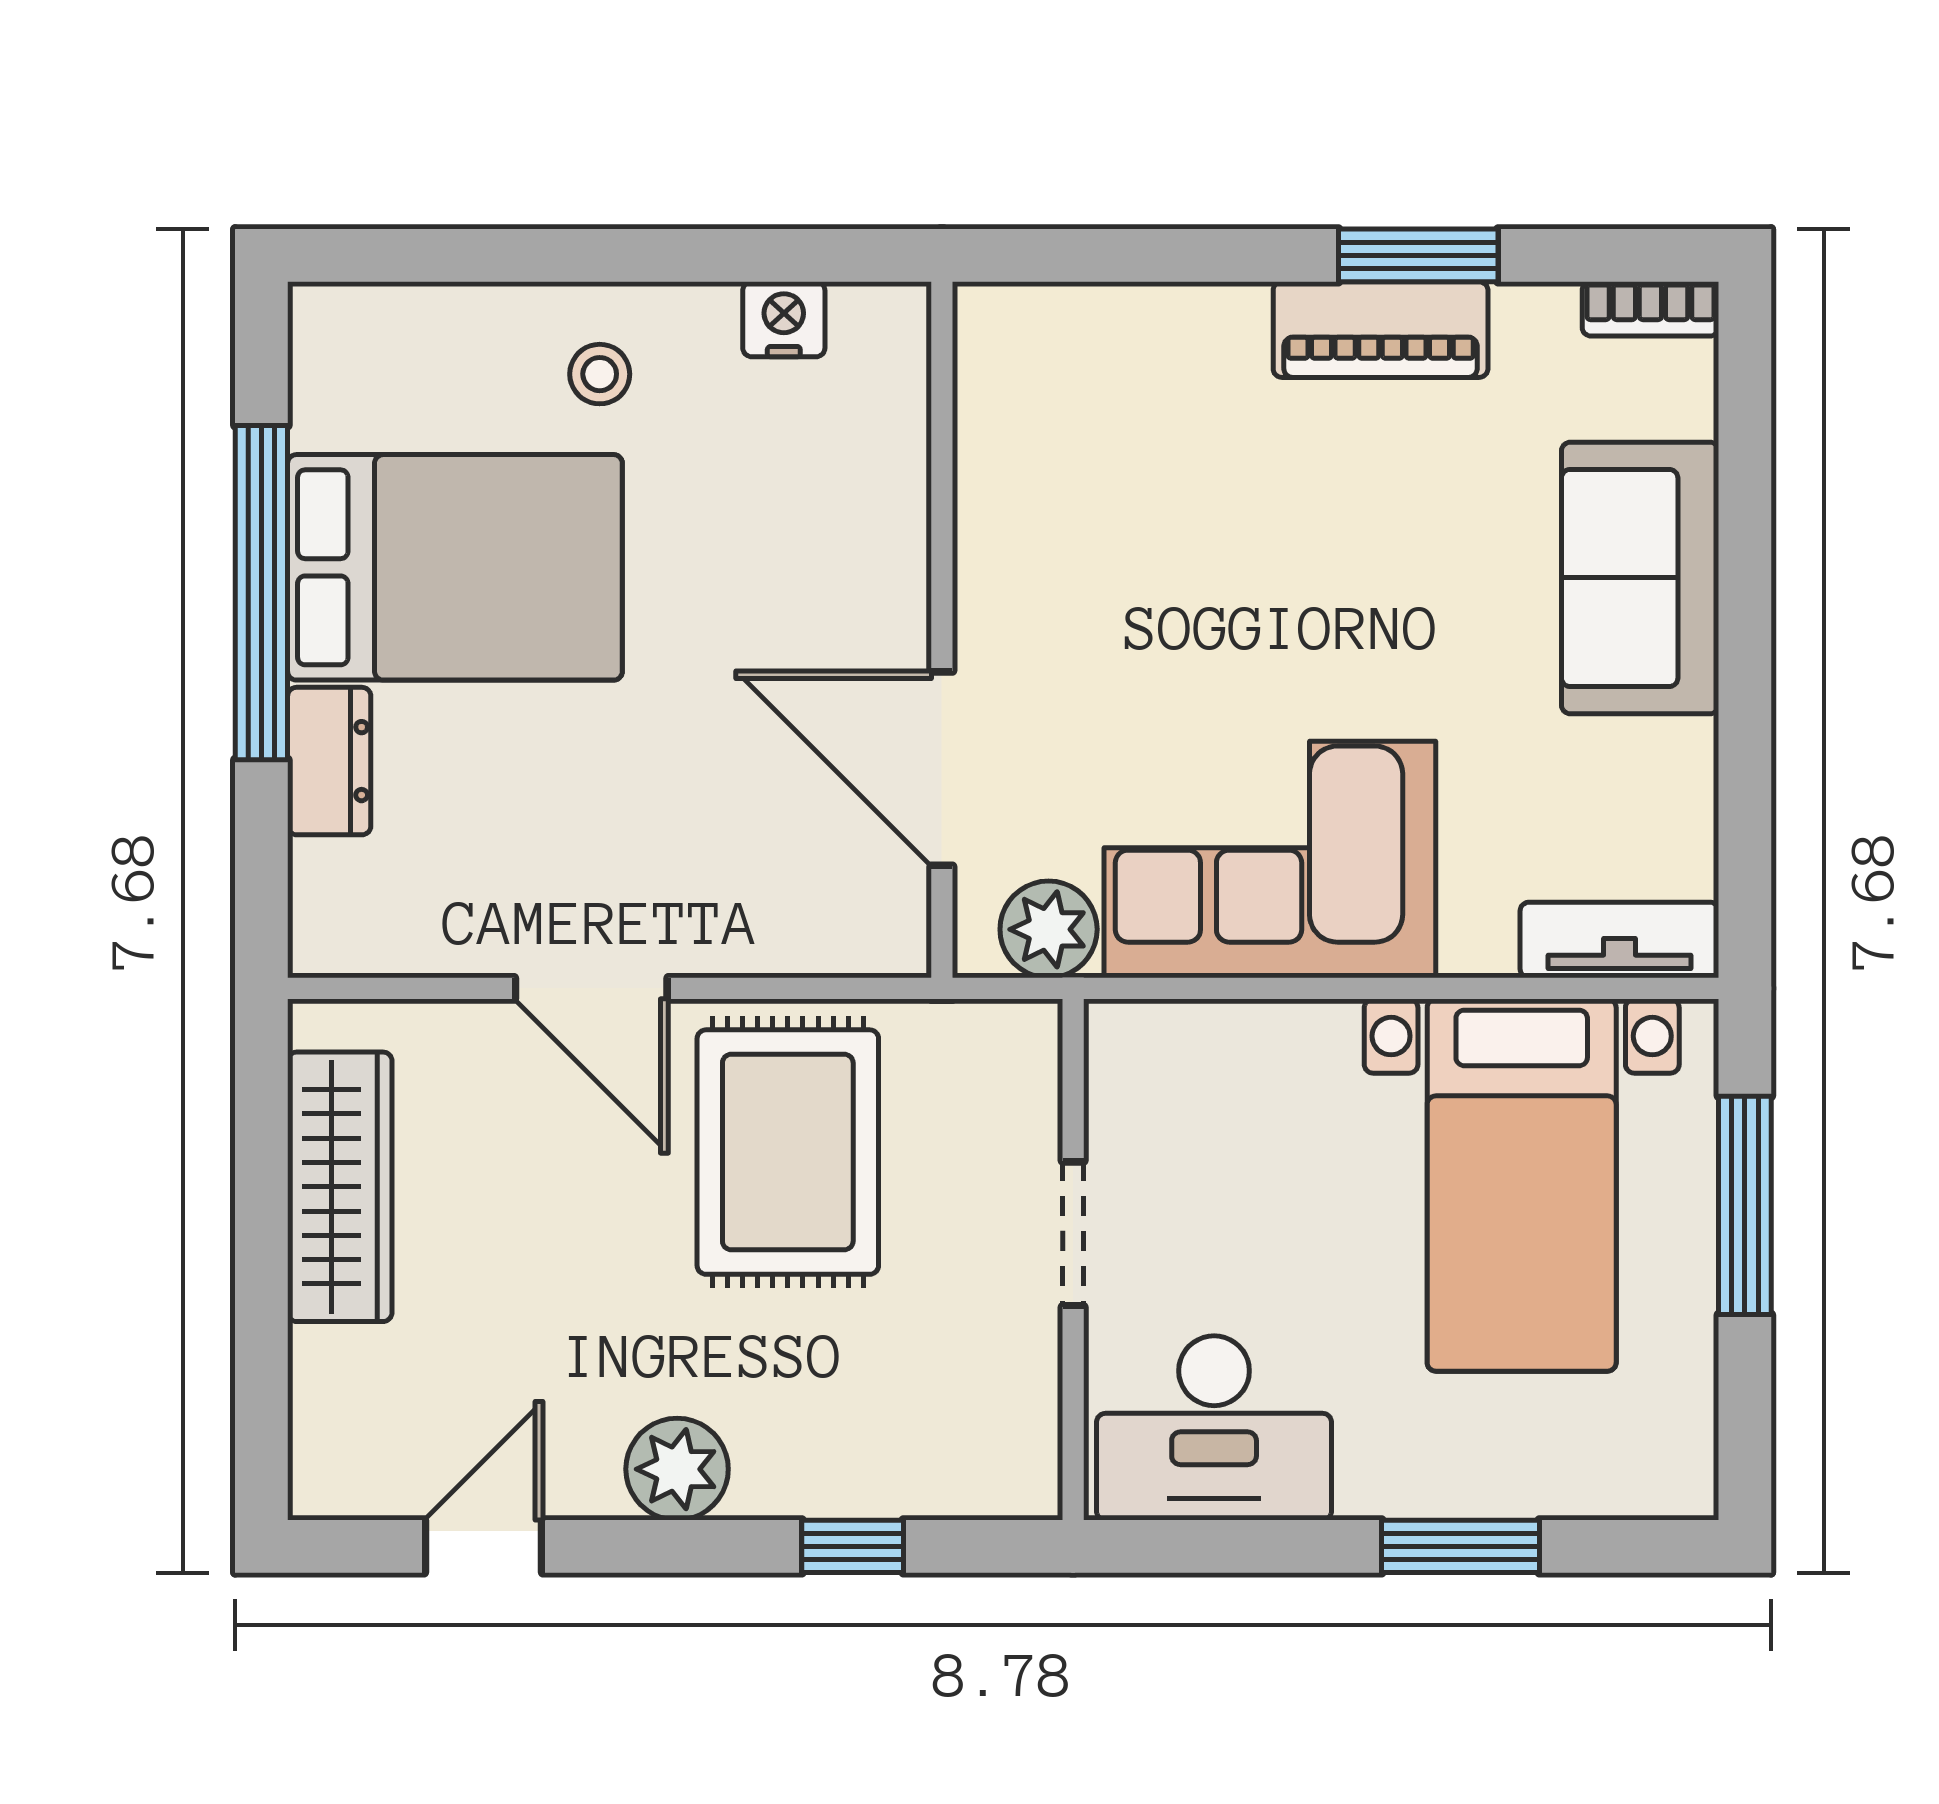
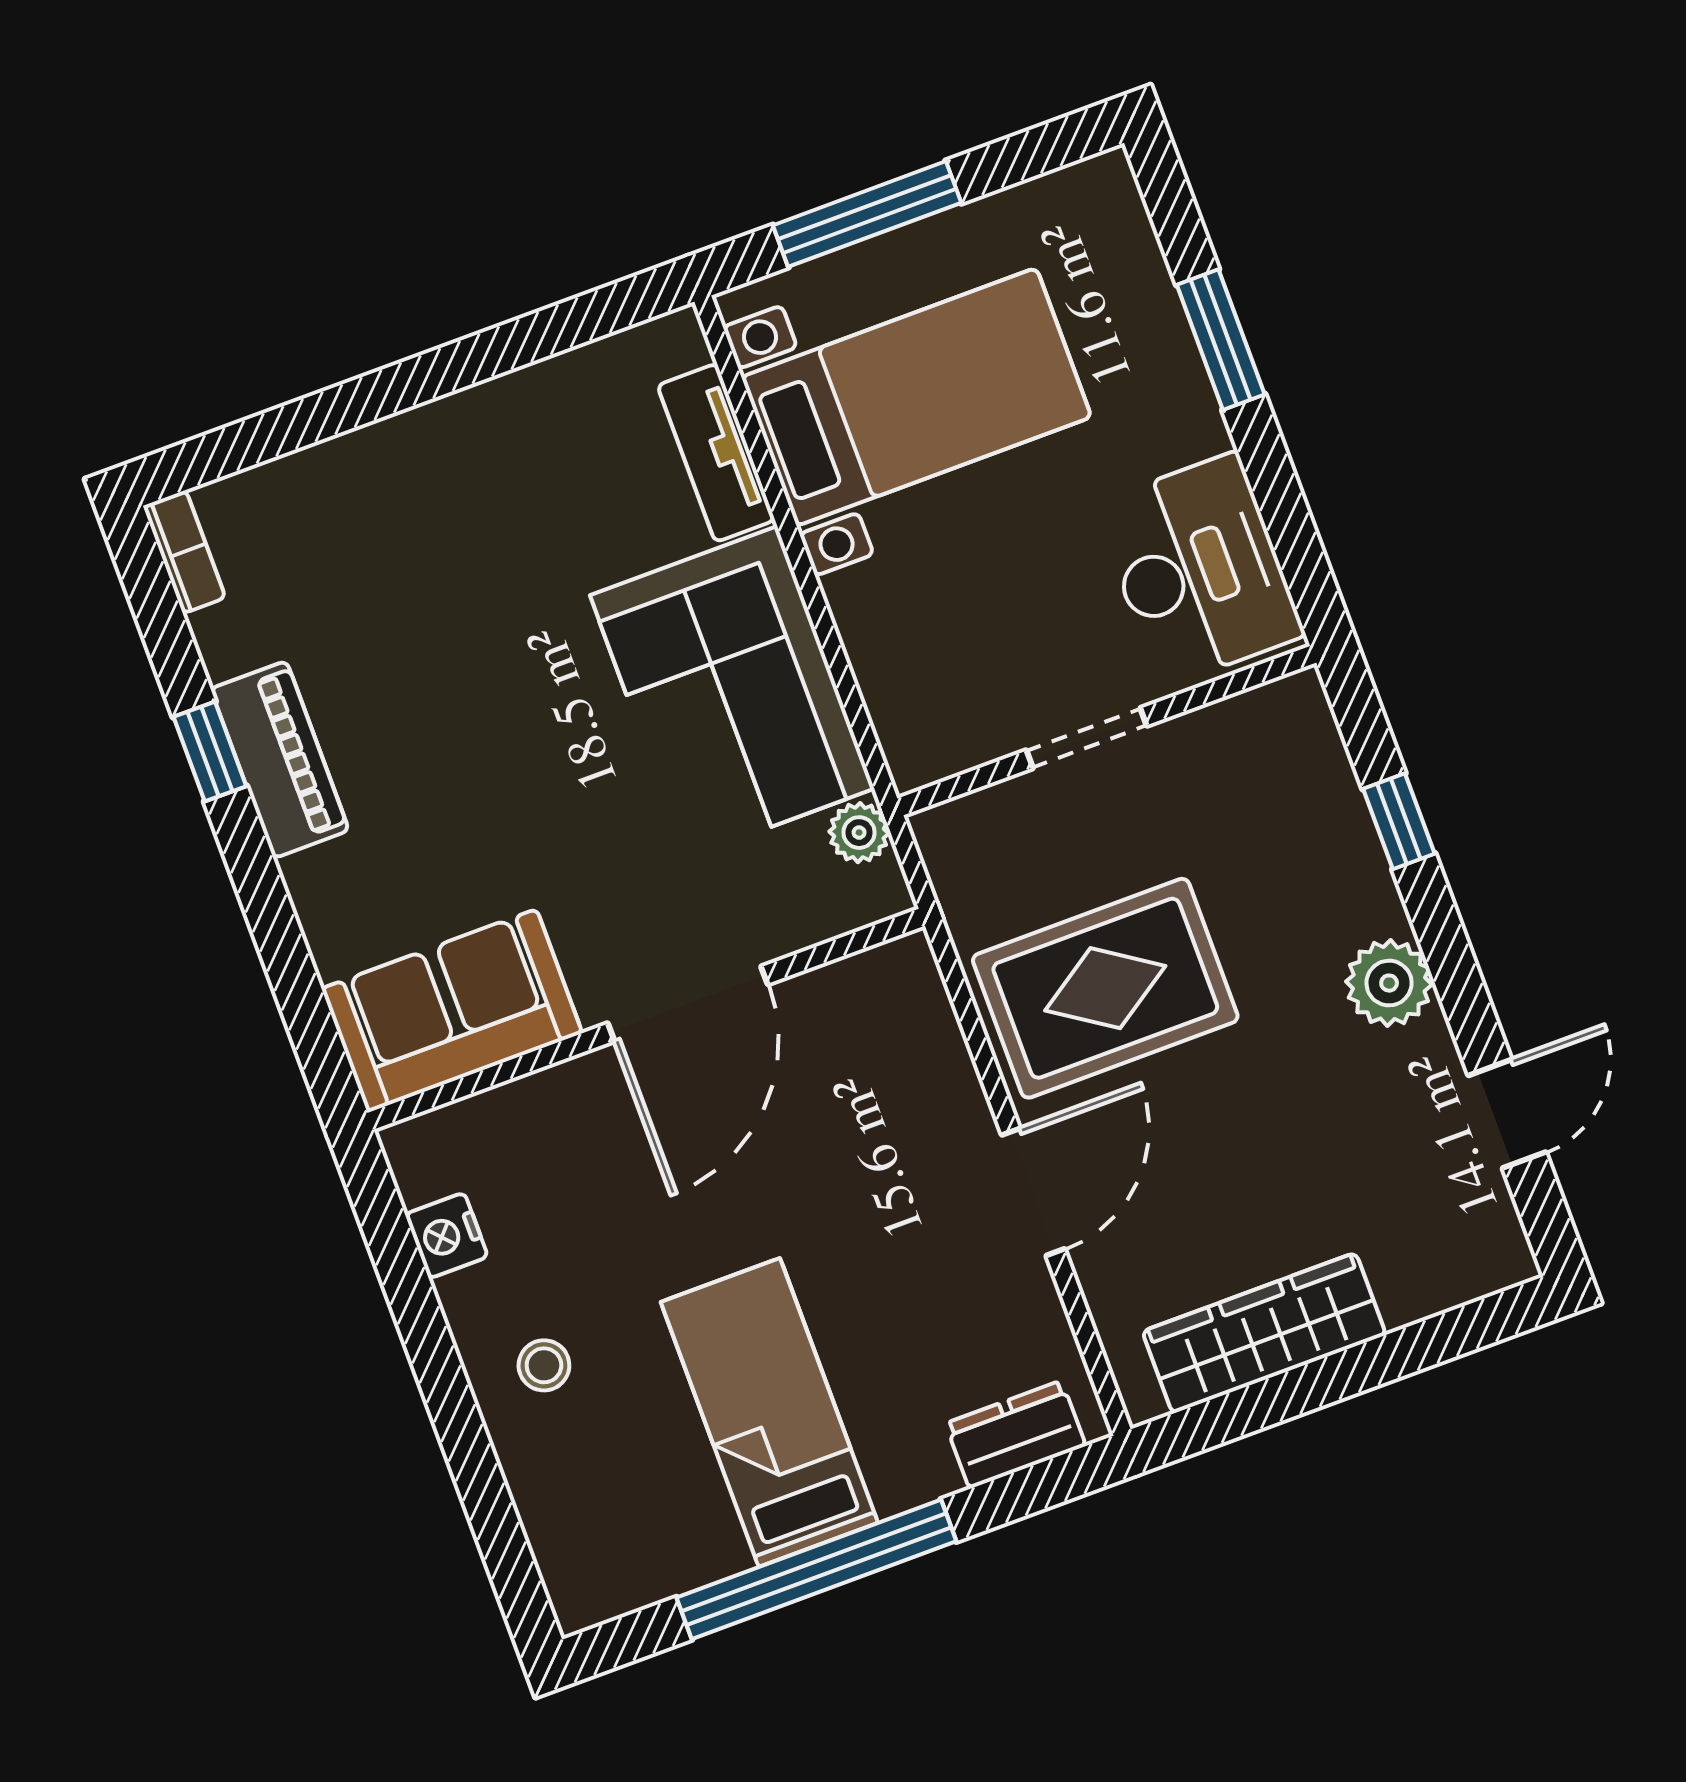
window: (1418, 255) -> (210, 751), width x0.67
bed: (455, 567) -> (769, 1412), width x0.67
sofa: (1640, 578) -> (452, 1011), moved, turned 180
dresser: (329, 761) -> (1016, 1435), moved
door: (942, 769) -> (688, 1004), moved
plant: (1049, 929) -> (859, 833), width x0.73, depth x0.73
tv unit: (1619, 940) -> (716, 453), moved
door: (484, 1546) -> (1507, 1114), swing flipped

